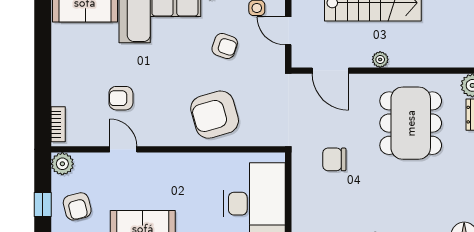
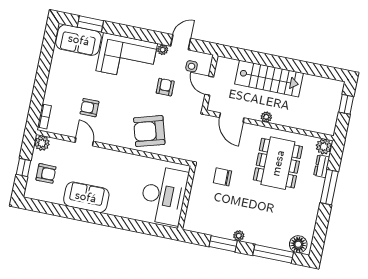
armchair: (225, 46) -> (165, 87), turned -109
armchair: (77, 206) -> (46, 173), turned -76

